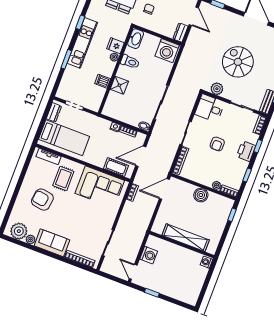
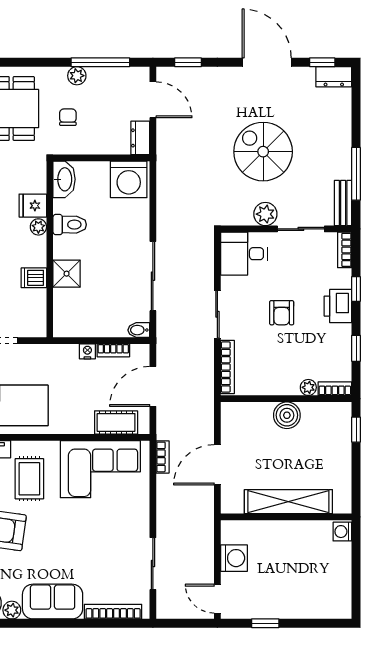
plant: (217, 89) -> (265, 214), moved
door: (164, 189) -> (217, 465), moved

